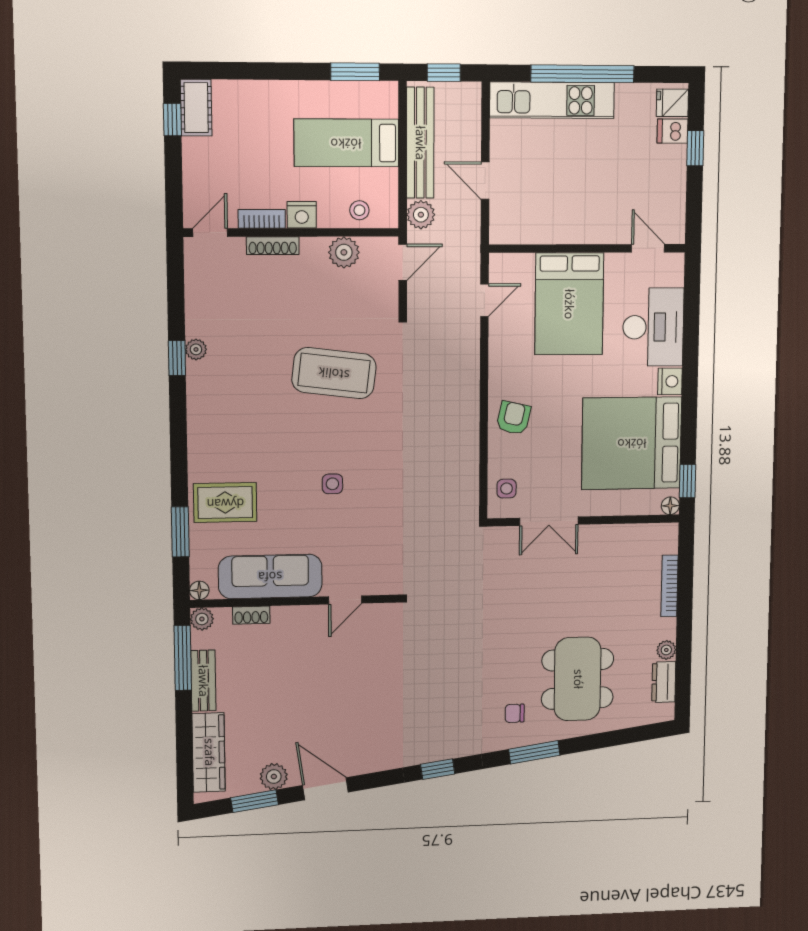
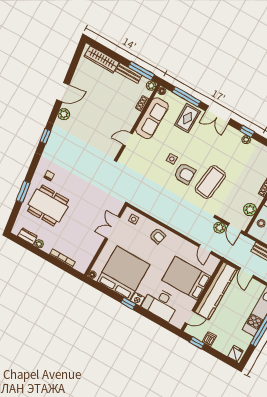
dishwasher: (672, 131) -> (209, 339), moved
window: (695, 148) -> (197, 343), moved
door: (485, 181) -> (246, 273), swing flipped
plant: (421, 215) -> (220, 228), moved
kitchen counter: (561, 224) -> (216, 291), added
armchair: (348, 439) -> (185, 174), added
double door: (179, 442) -> (218, 115), added
window: (688, 481) -> (128, 303), moved
window: (180, 532) -> (186, 97), width x1.44
door: (345, 600) -> (128, 139), hinge flipped
window: (534, 752) -> (23, 192), moved
plant: (274, 777) -> (64, 114), moved
window: (255, 801) -> (74, 65), removed

